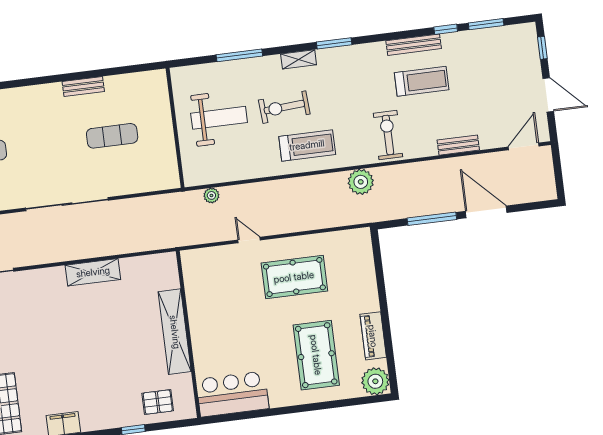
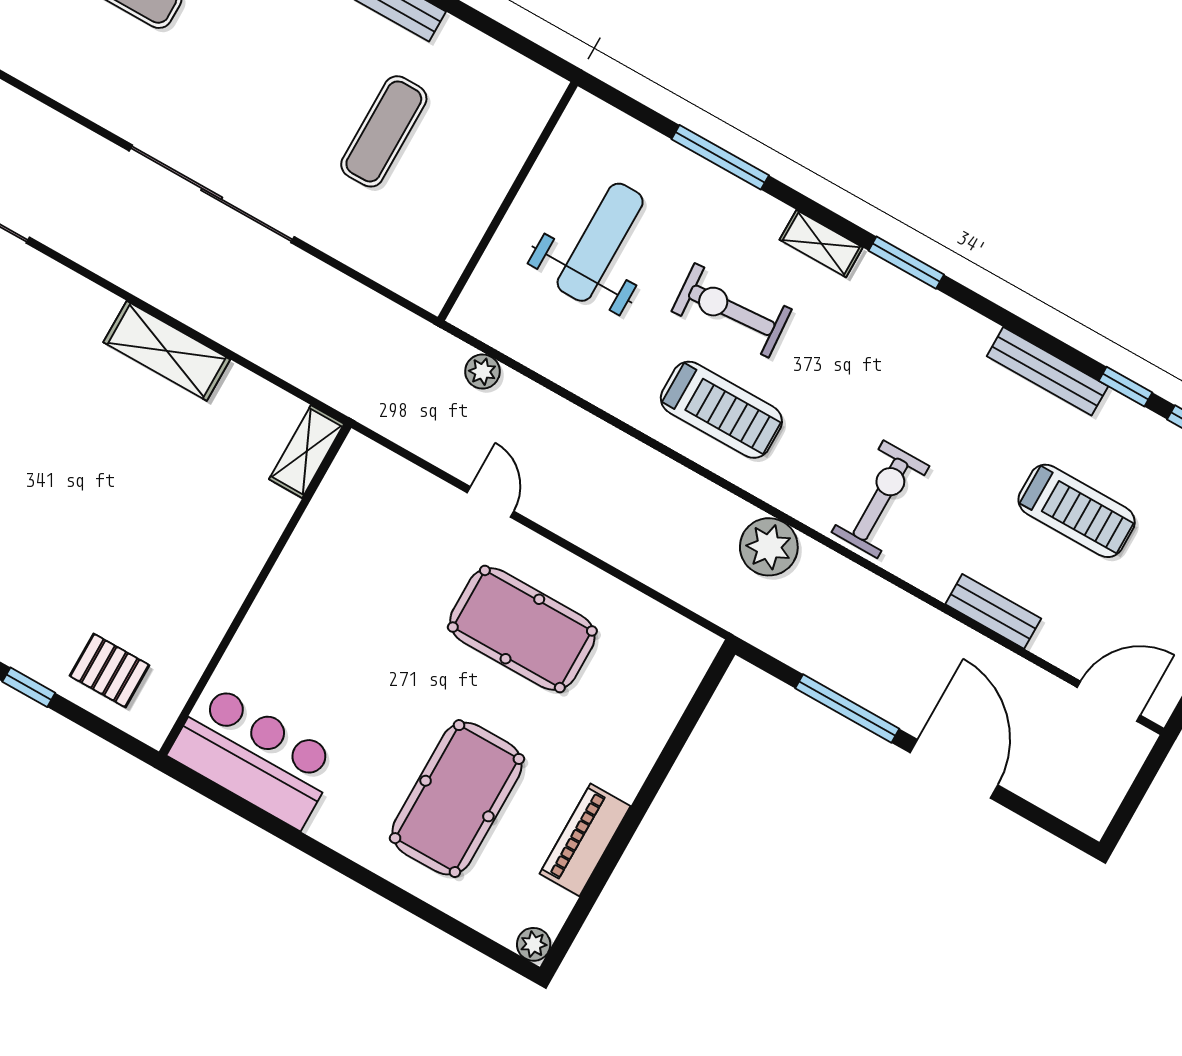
treadmill: (422, 81) -> (1077, 511), moved
weight bench: (219, 118) -> (600, 242), turned -90
exercise mat: (112, 136) -> (384, 131), turned 90
shelving: (175, 332) -> (307, 452), moved, width x0.45, depth x0.75
plant: (375, 381) -> (534, 944), width x0.53, depth x0.53

